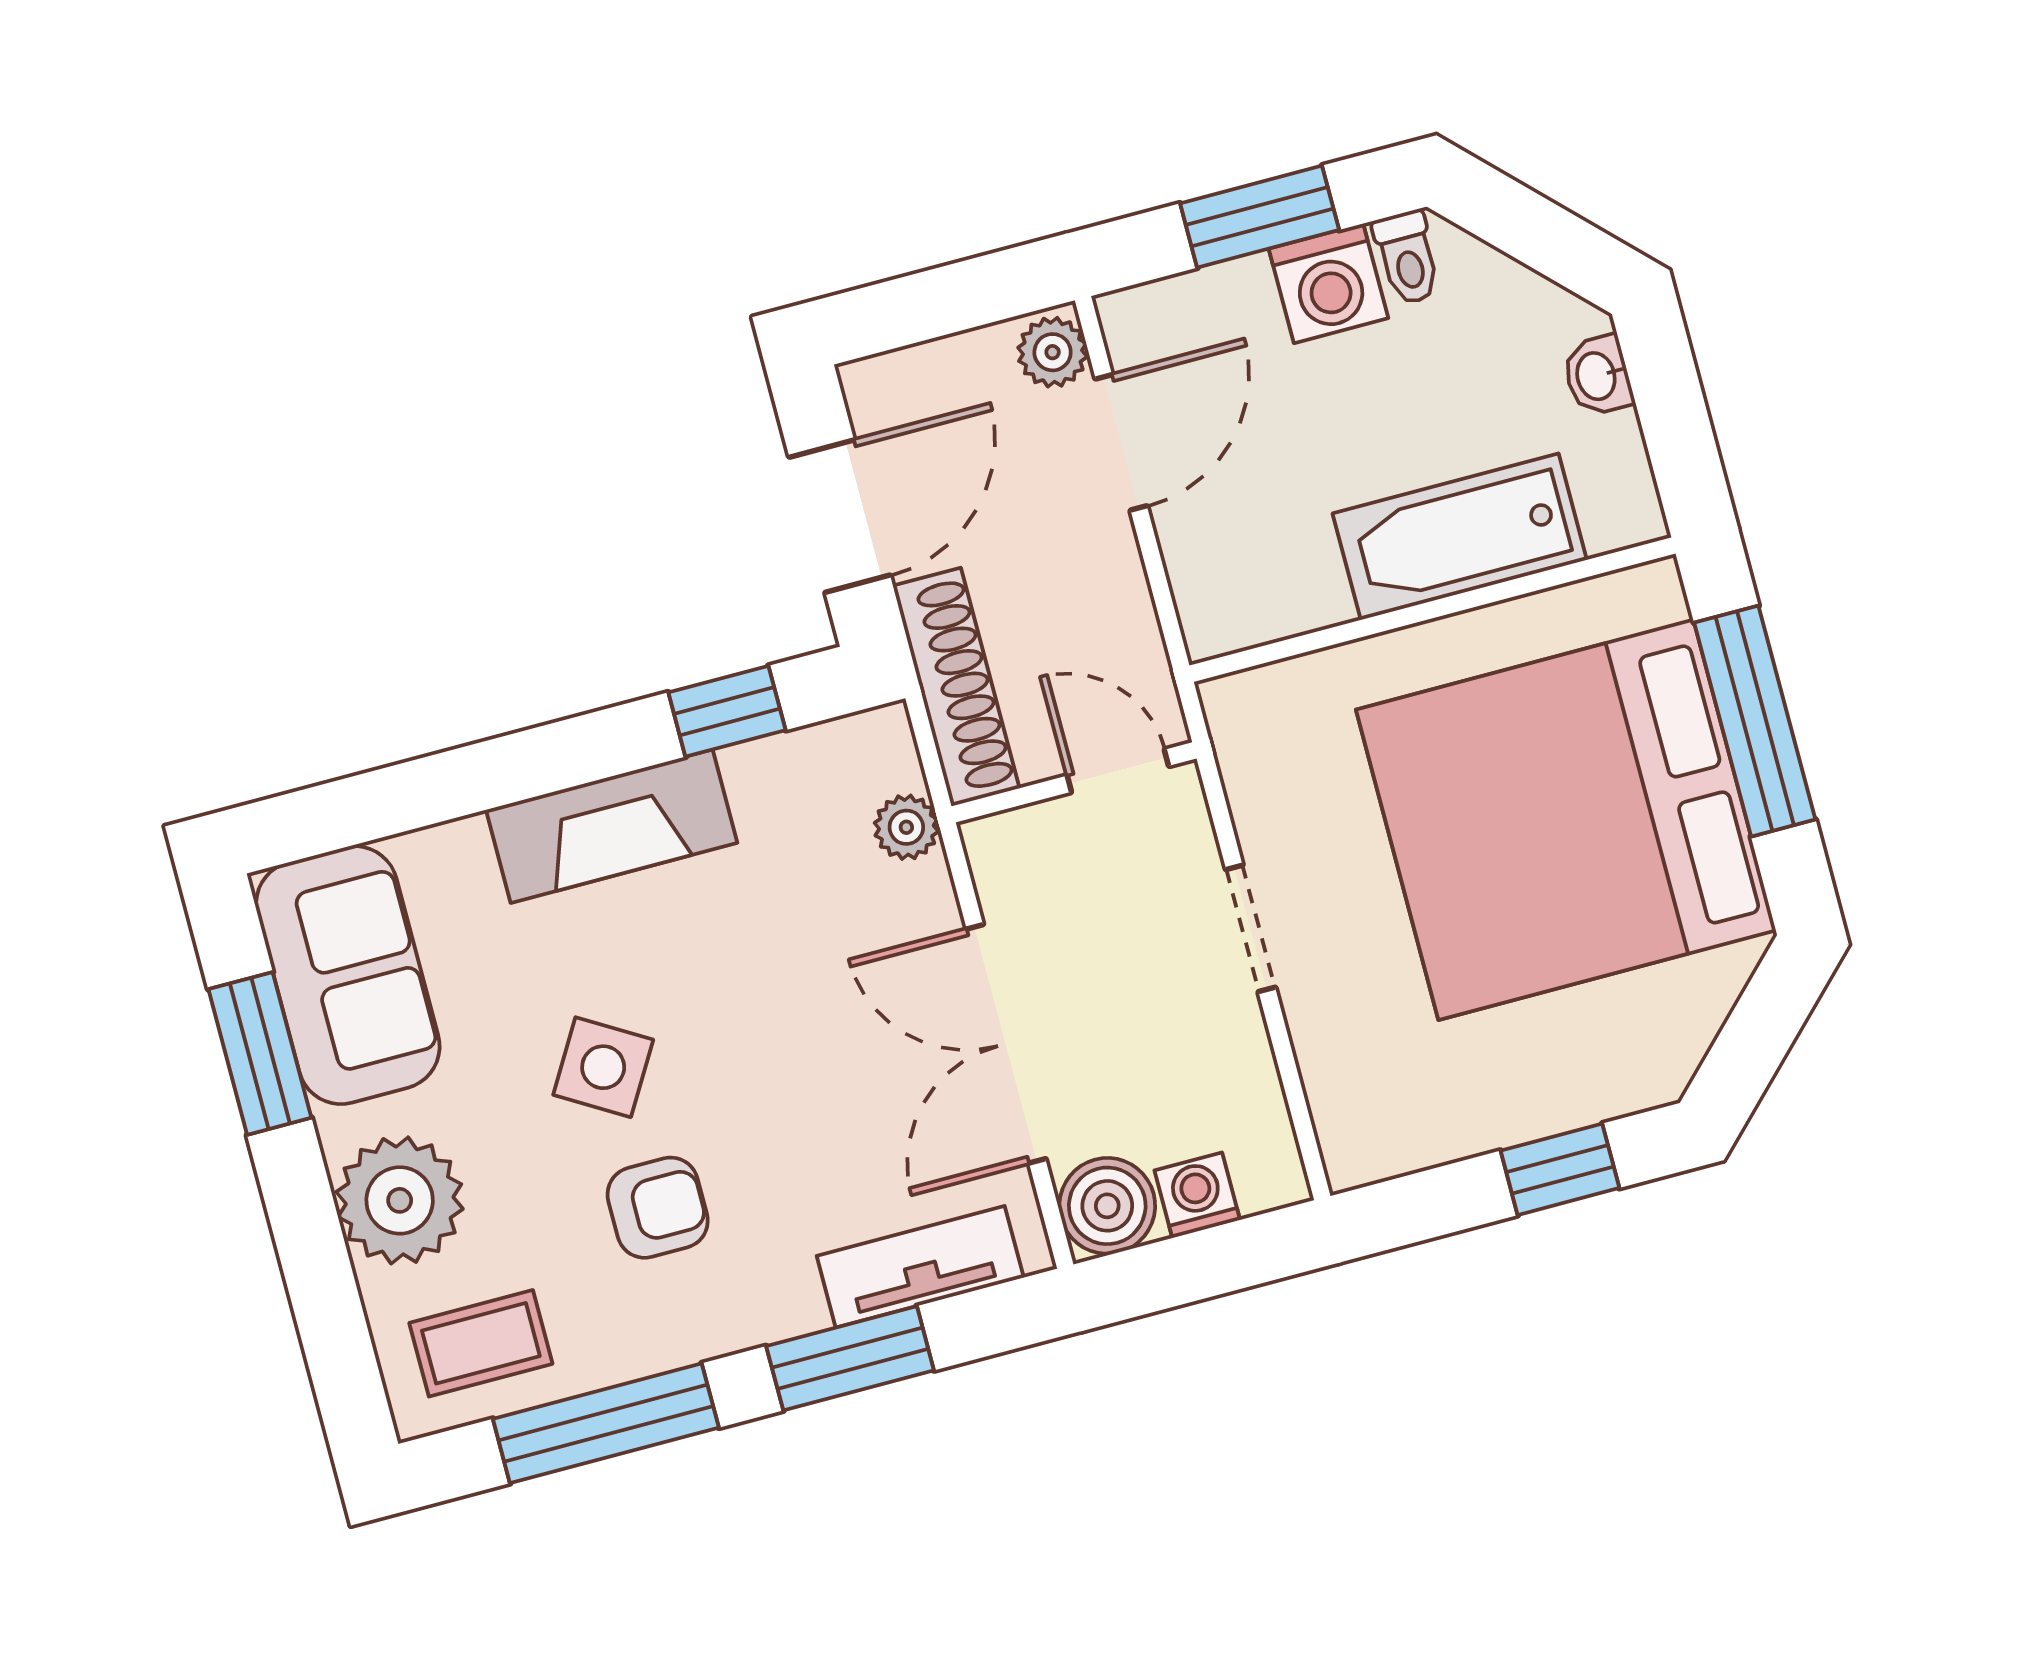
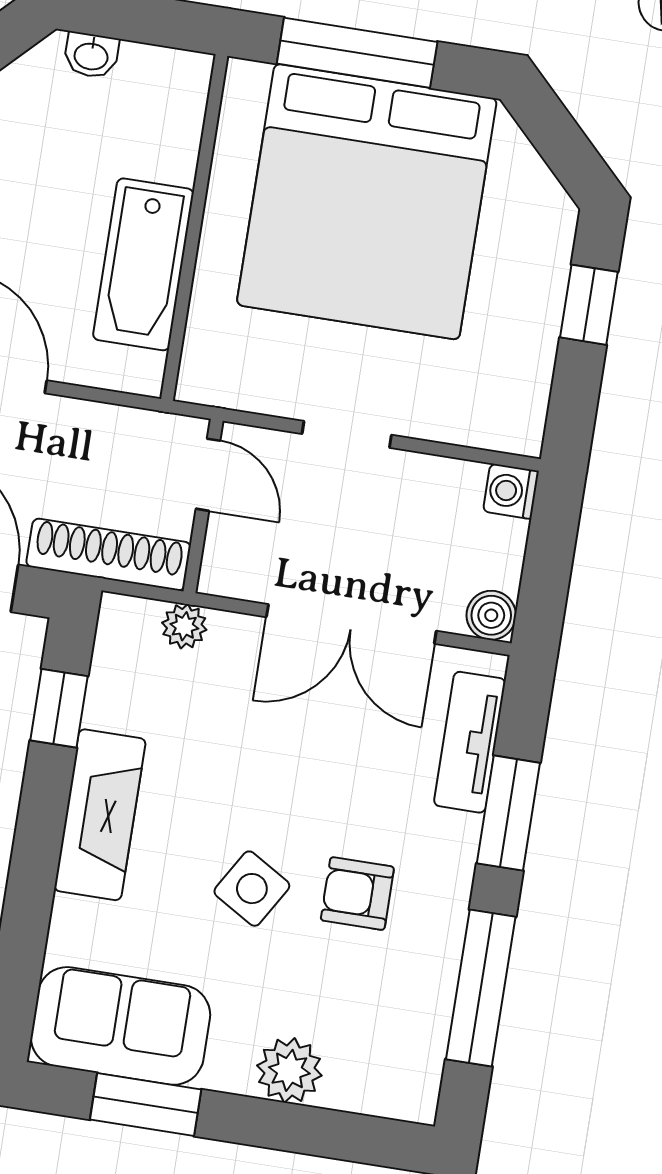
bathtub: (1460, 537) -> (143, 264), moved
door: (1118, 771) -> (208, 475), swing flipped
washing machine: (1197, 1195) -> (511, 491), moved
plant: (400, 1200) -> (289, 1070), width x0.73, depth x0.73
boiler: (1107, 1206) -> (491, 615), width x0.73, depth x0.73
armchair: (658, 1208) -> (357, 894), turned -90
coffee table: (481, 1343) -> (394, 1045), removed

